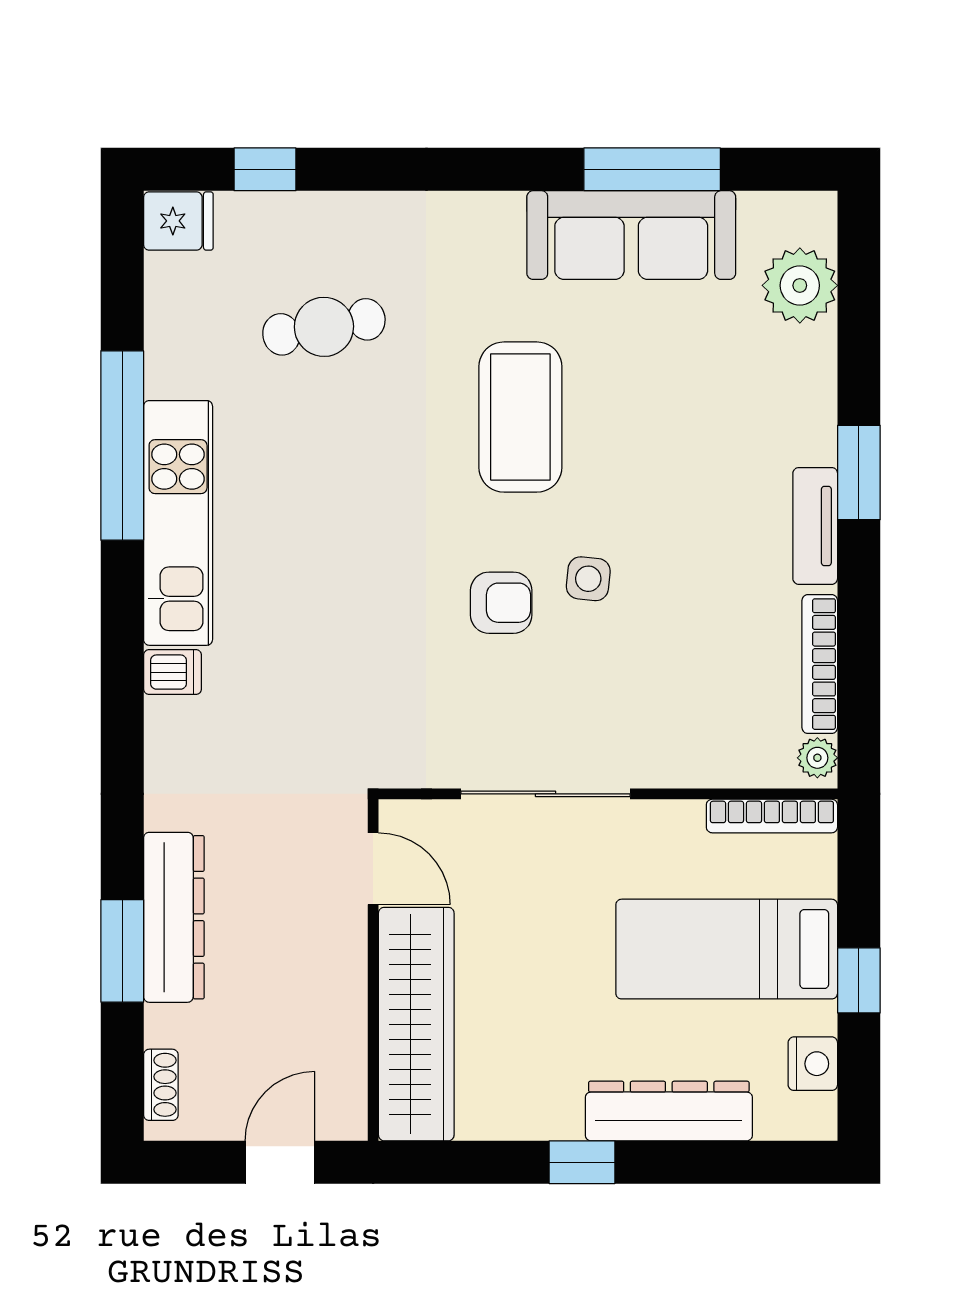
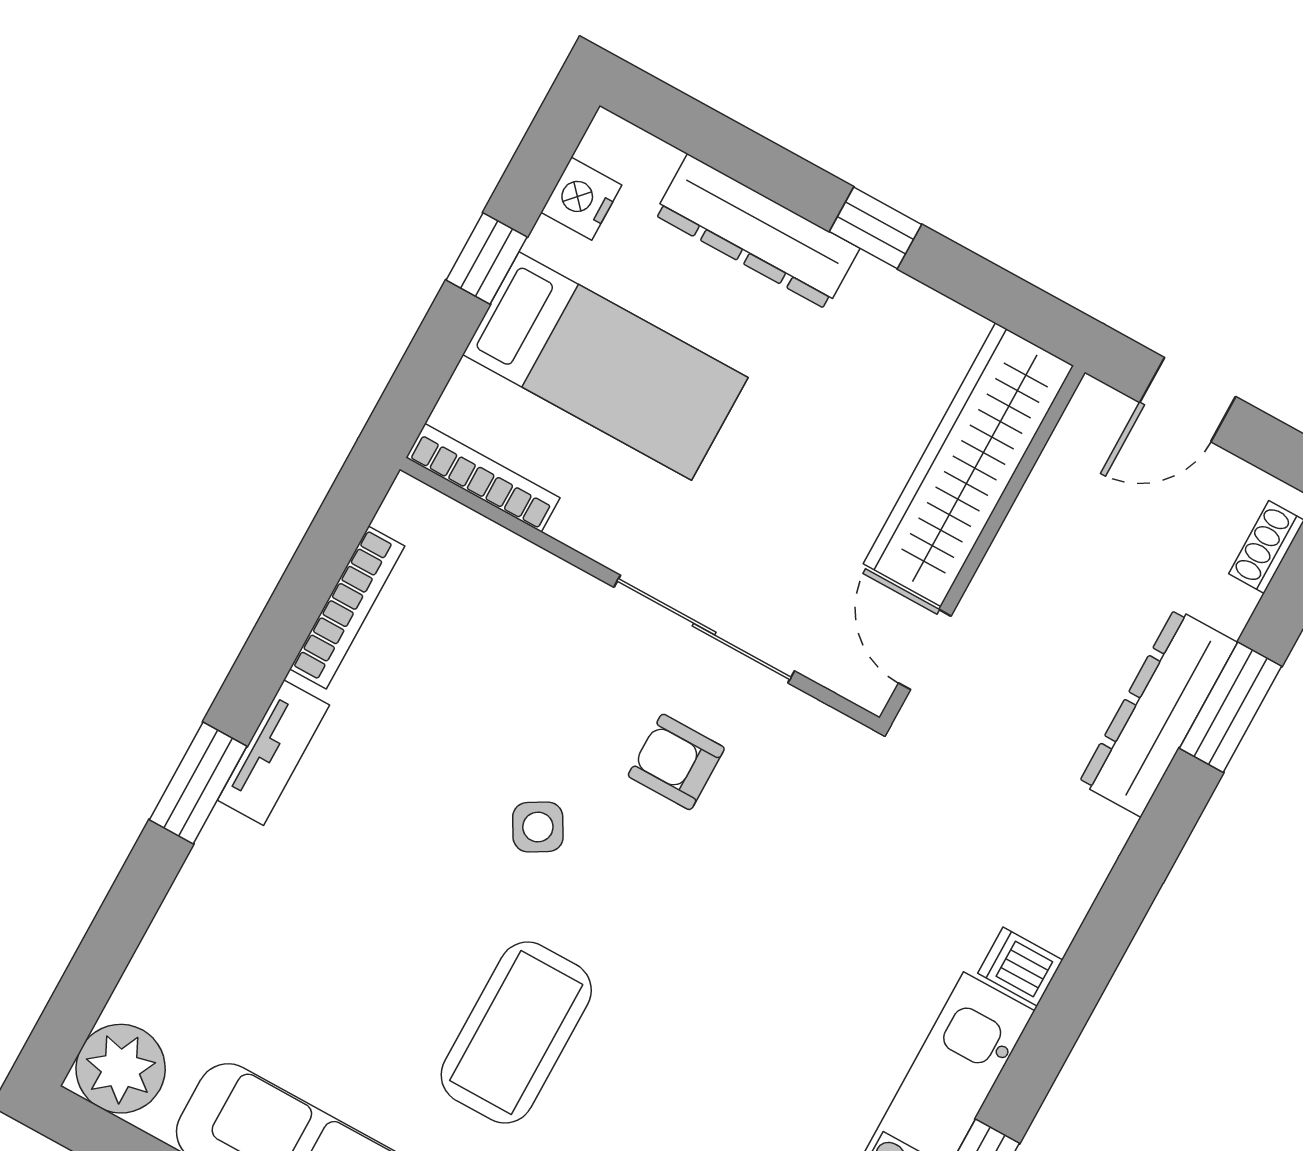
plant: (800, 285) -> (121, 1069), moved
side table: (588, 579) -> (538, 827), turned -36
armchair: (501, 603) -> (676, 762), moved
plant: (817, 758) -> (403, 512), removed

